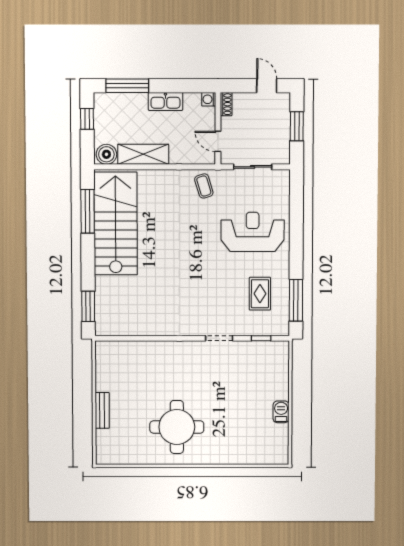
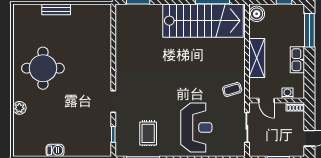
washing machine: (209, 99) -> (287, 93), moved
door: (218, 141) -> (267, 100), swing flipped
shelving: (143, 154) -> (257, 58), moved
rug: (260, 294) -> (148, 133), turned 90
plant: (227, 456) -> (19, 108), added

